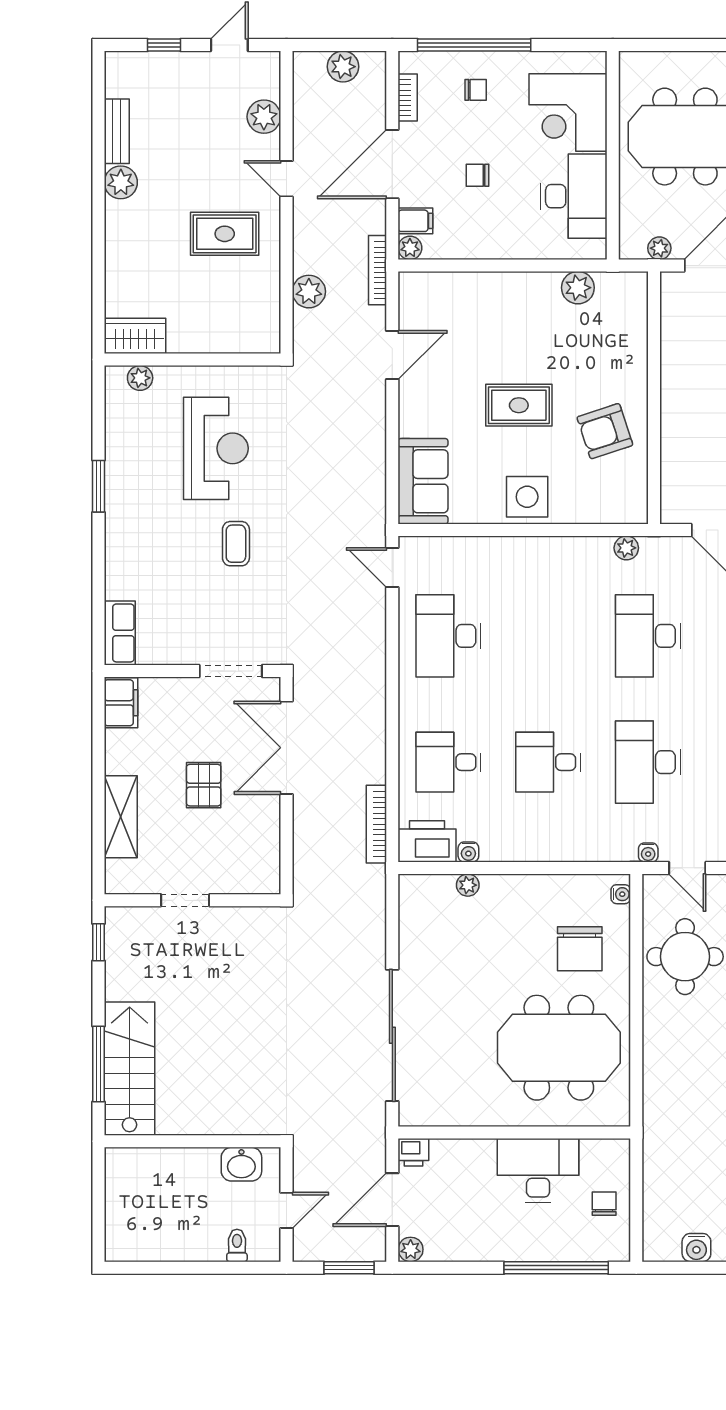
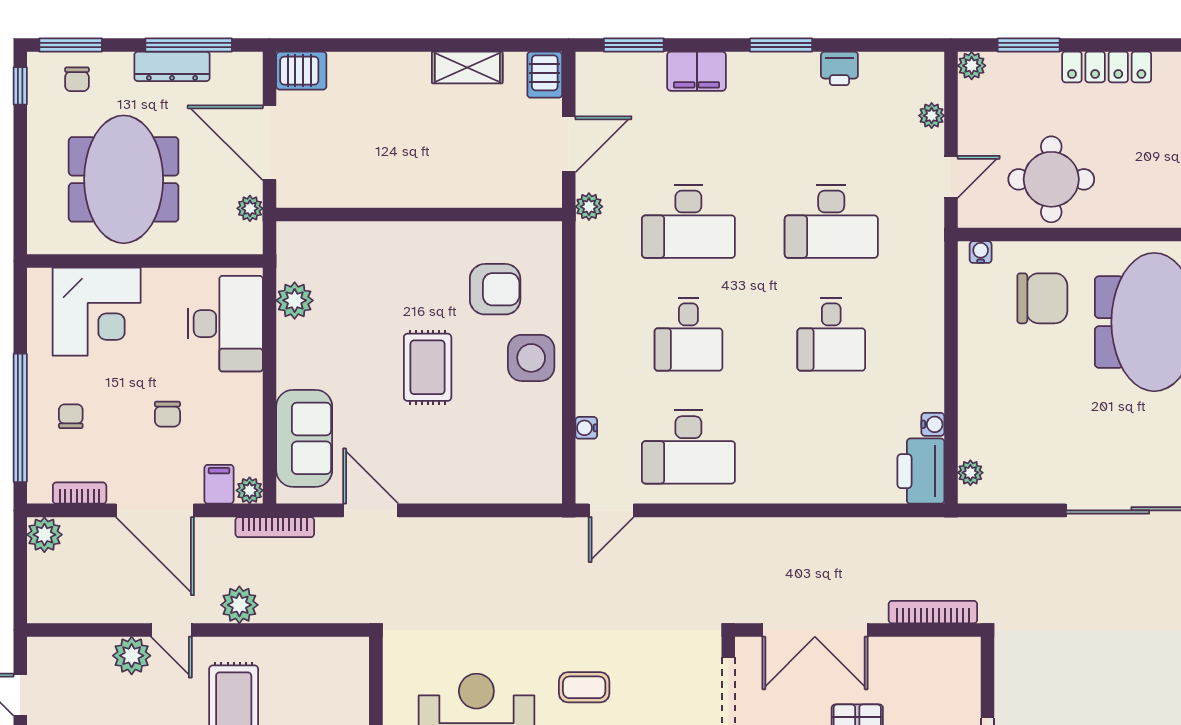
plant: (343, 67) -> (44, 535), moved
plant: (264, 117) -> (132, 656), moved
door: (287, 179) -> (171, 630), hinge flipped
desk: (574, 196) -> (225, 324), moved, turned 90
plant: (309, 292) -> (239, 605), moved
armchair: (605, 431) -> (495, 289), moved, turned -72
sofa: (423, 481) -> (304, 438), moved, turned 90
plant: (626, 548) -> (589, 207), moved
desk: (448, 762) -> (688, 334), moved
bookcase: (376, 824) -> (933, 612), moved, turned 180
water cooler: (648, 852) -> (586, 428), moved, turned 180
plant: (468, 885) -> (970, 473), moved

